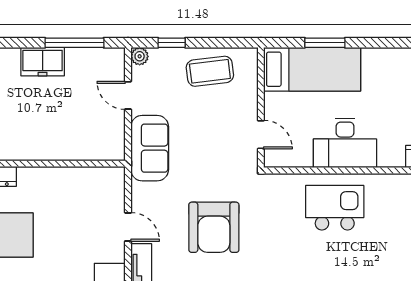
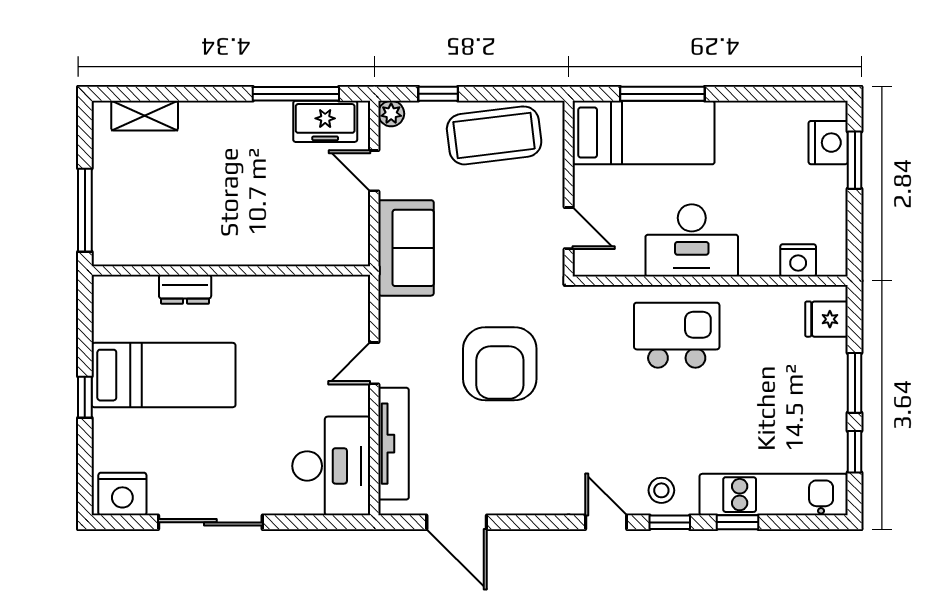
window: (325, 43) -> (662, 94), width x1.44
freezer: (43, 62) -> (325, 121), moved
coffee table: (210, 71) -> (494, 135), width x1.36, depth x1.32
door: (128, 227) -> (374, 363), swing flipped

